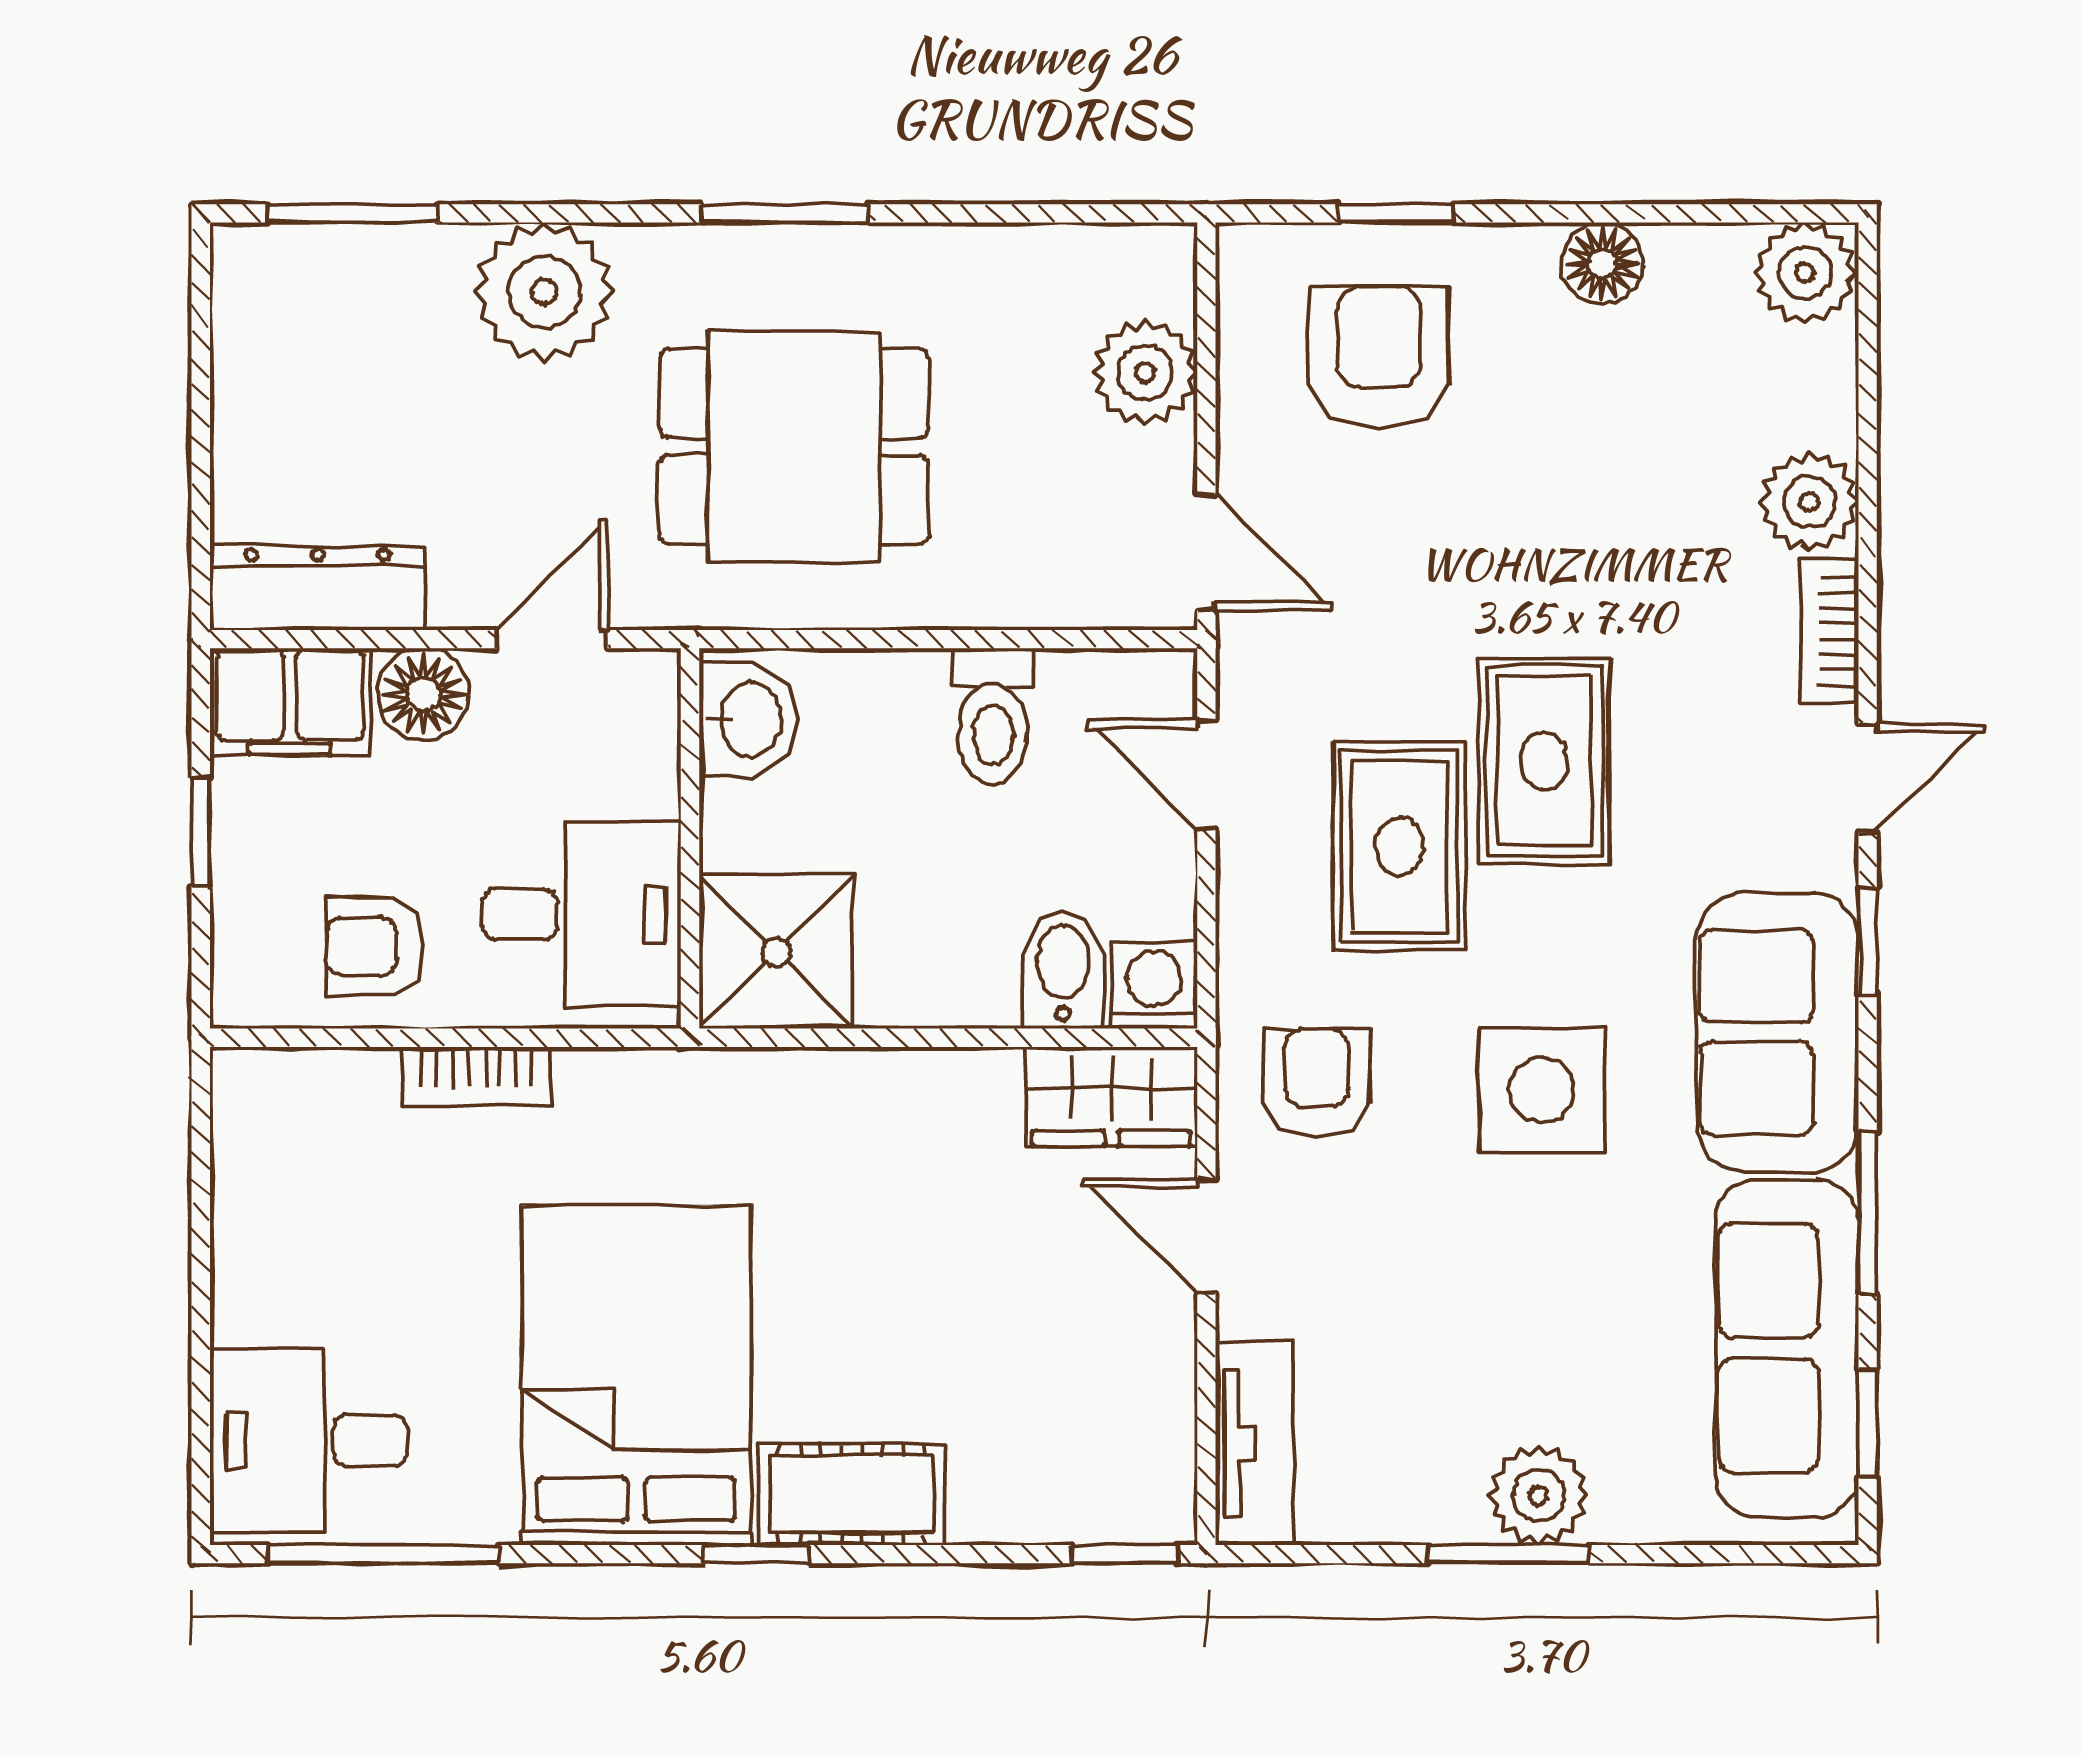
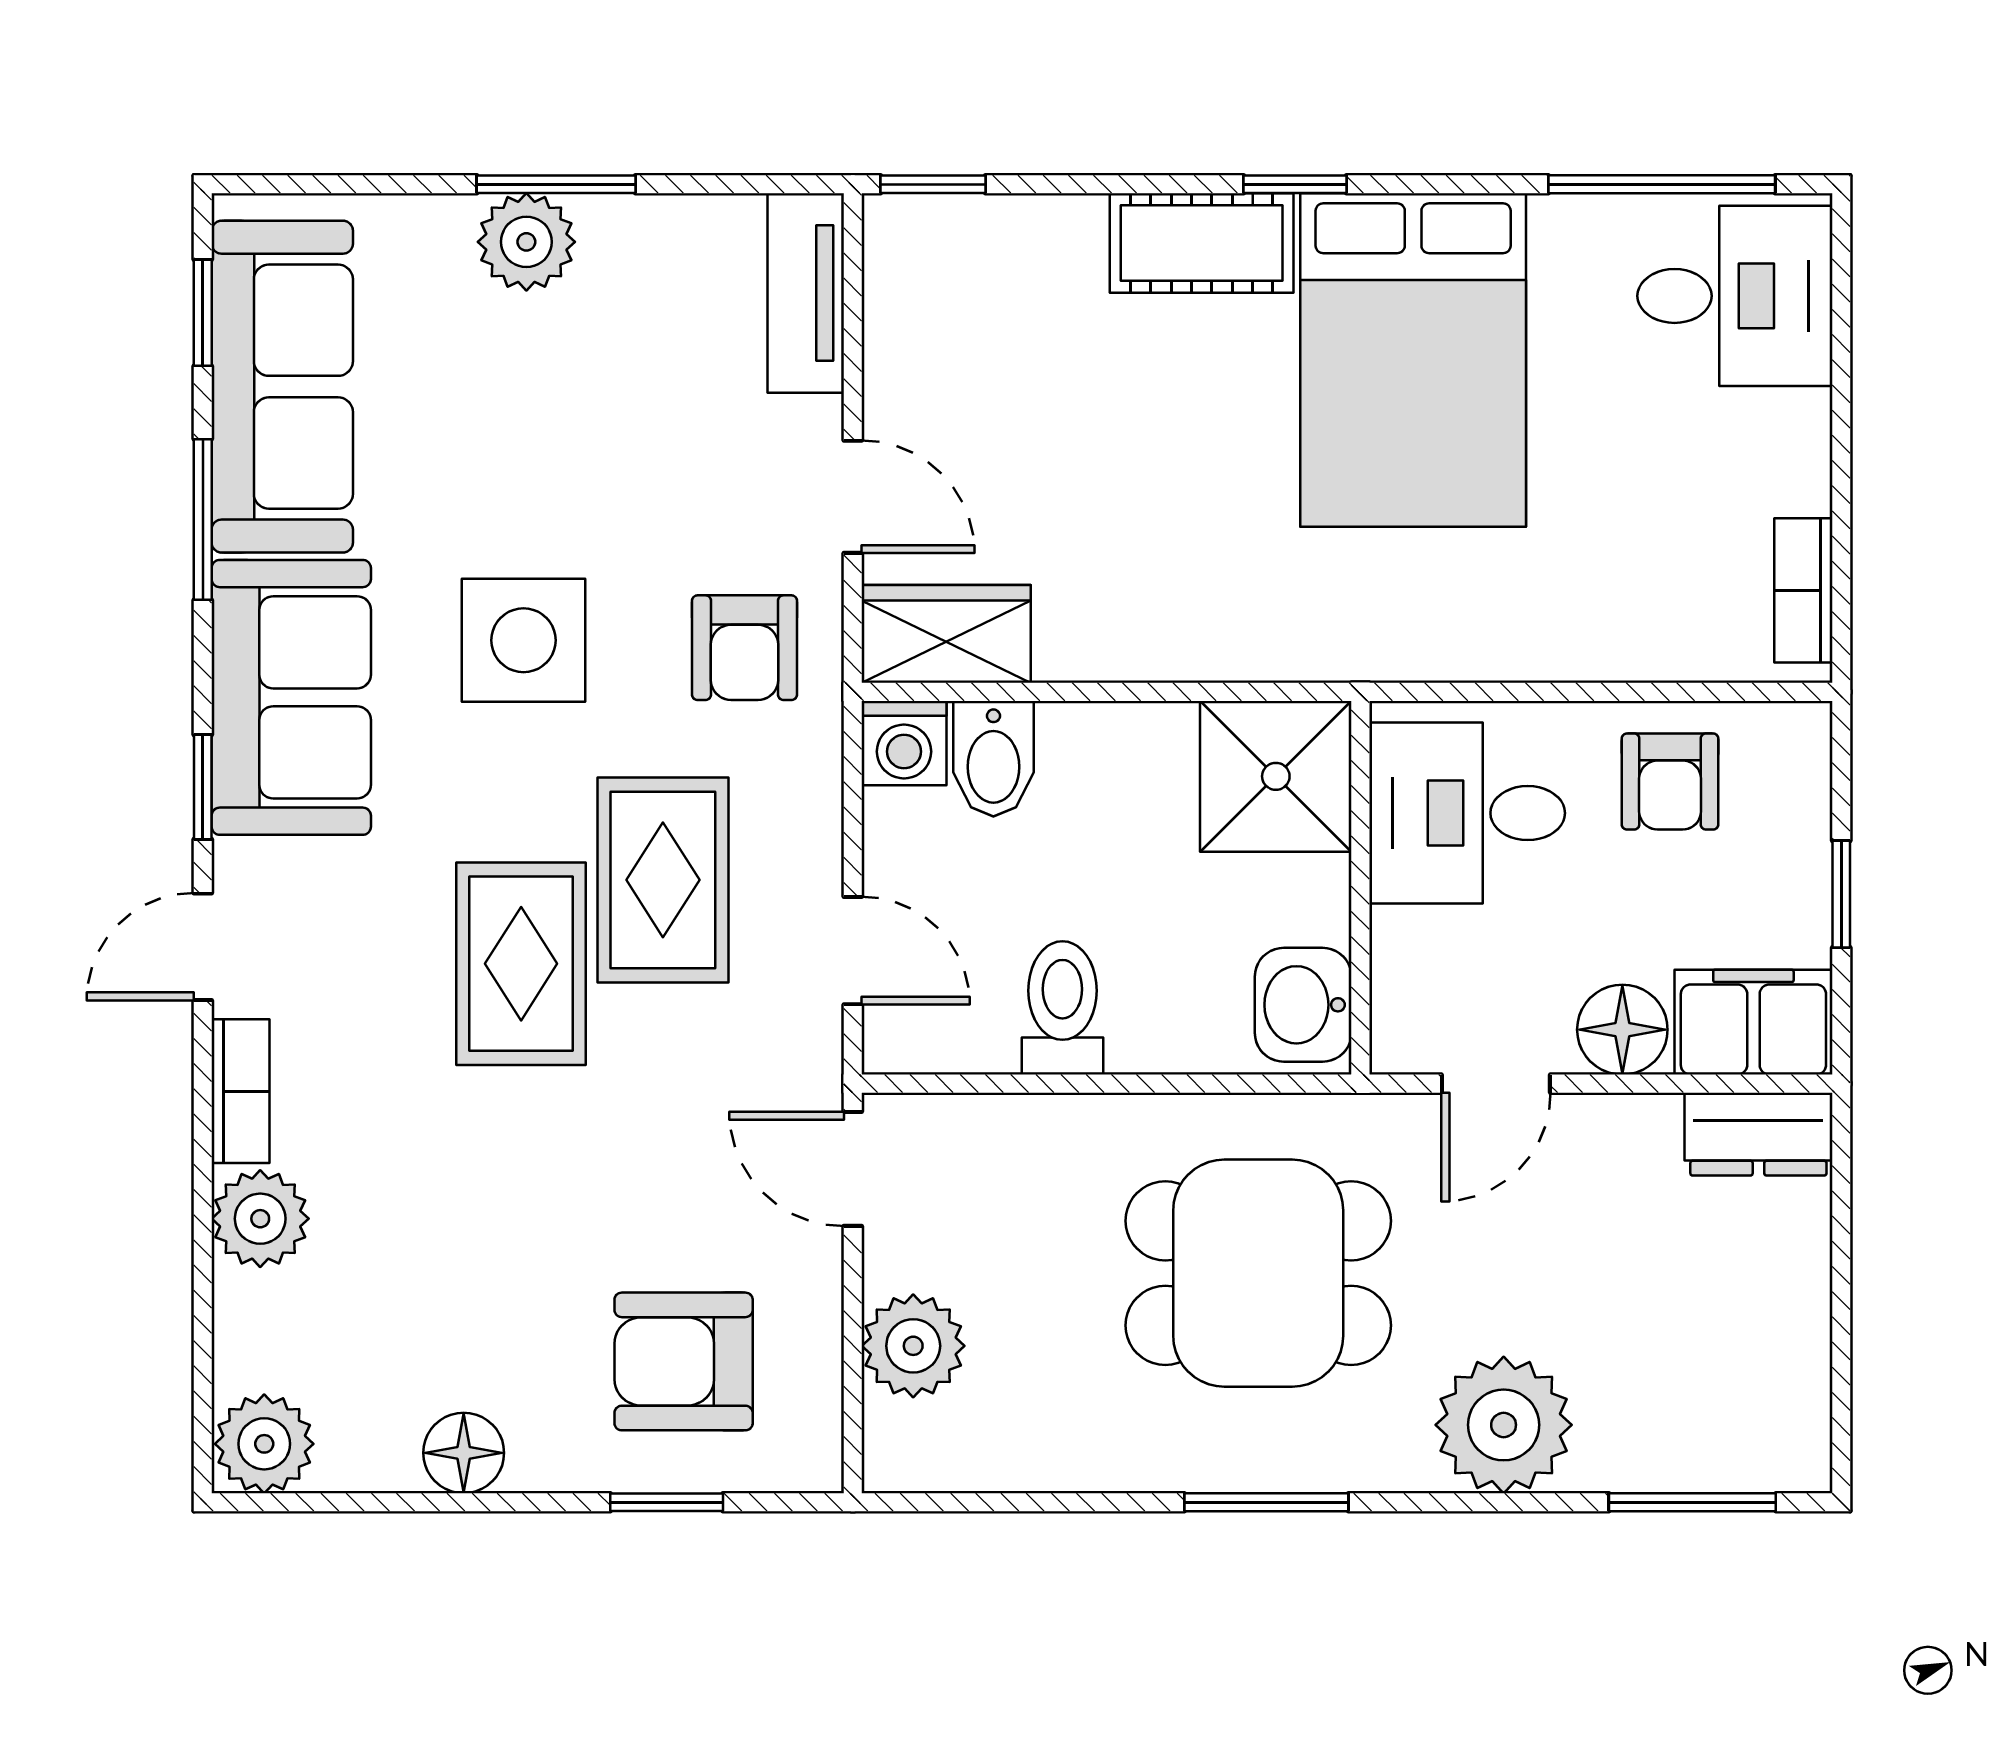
armchair: (1379, 356) -> (684, 1361), turned 90
dresser: (318, 588) -> (1758, 1134), width x0.70
armchair: (375, 946) -> (1670, 782), turned 90
bookcase: (476, 1076) -> (1803, 590), moved, turned -90

